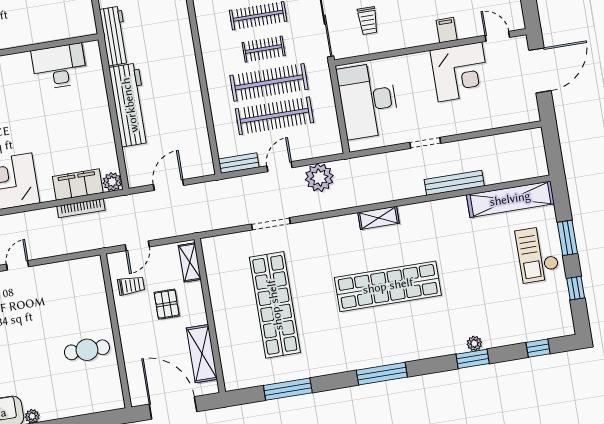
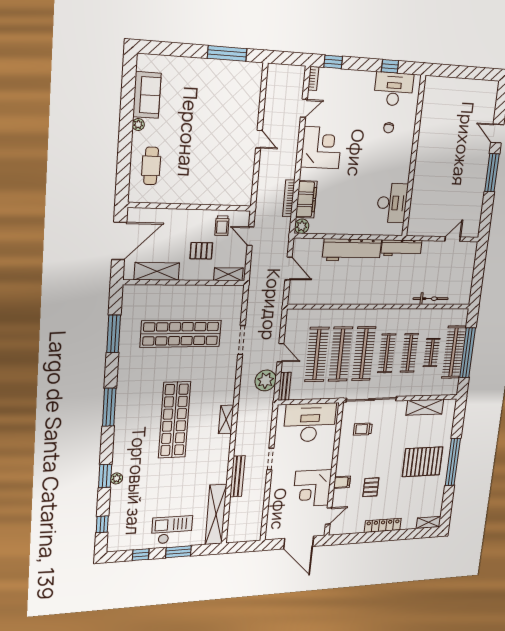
clothes rail: (264, 49) -> (364, 354), width x1.86, depth x1.31
bench: (239, 163) -> (285, 386), moved
cafe table: (87, 350) -> (151, 166), moved

